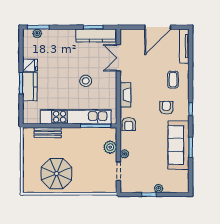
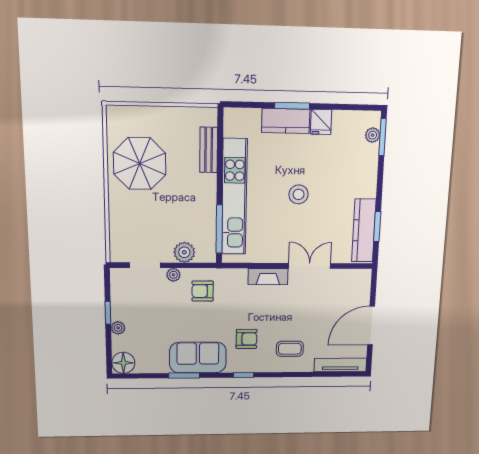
door: (158, 27) -> (371, 326), hinge flipped
double door: (118, 58) -> (310, 266), moved
stool: (86, 81) -> (299, 194), moved
armchair: (129, 124) -> (203, 291), moved
sofa: (179, 145) -> (198, 358), width x0.73
floor lamp: (182, 186) -> (123, 363), added

